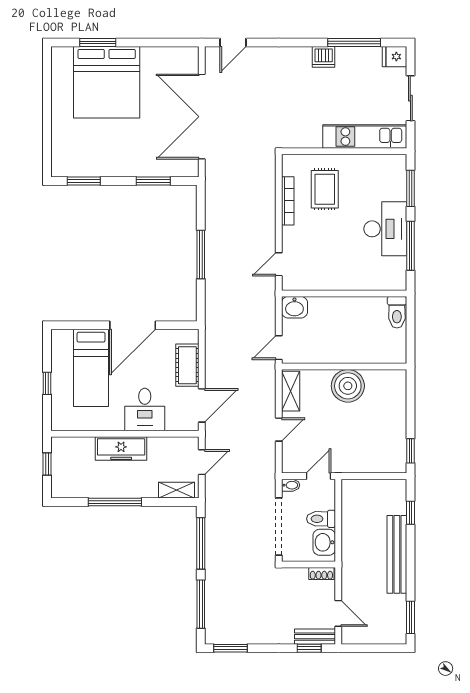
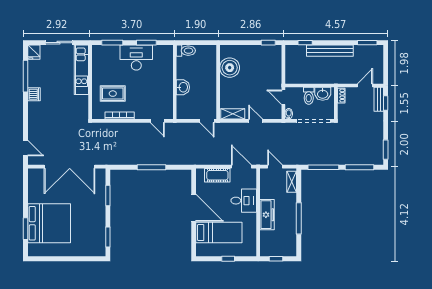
window: (410, 246) -> (146, 43), width x0.69
washbasin: (294, 307) -> (183, 87), moved
boiler: (348, 386) -> (230, 68), moved

